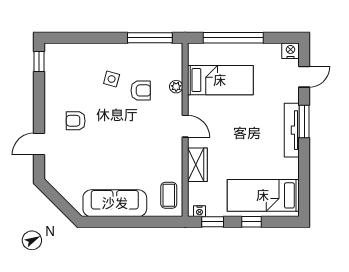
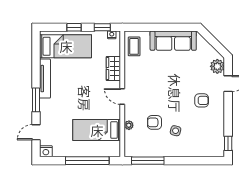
tv unit: (292, 130) -> (45, 79), moved
plant: (54, 168) -> (217, 66), added

